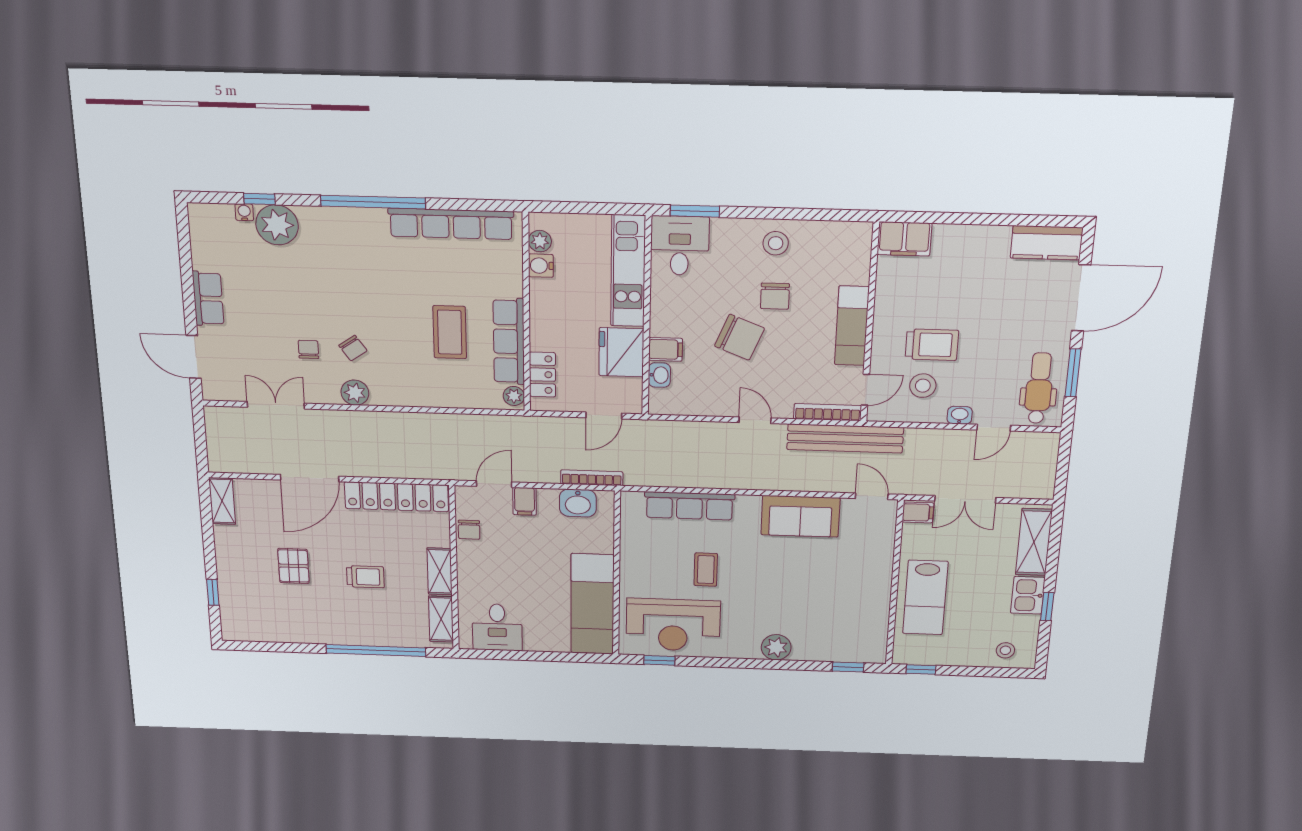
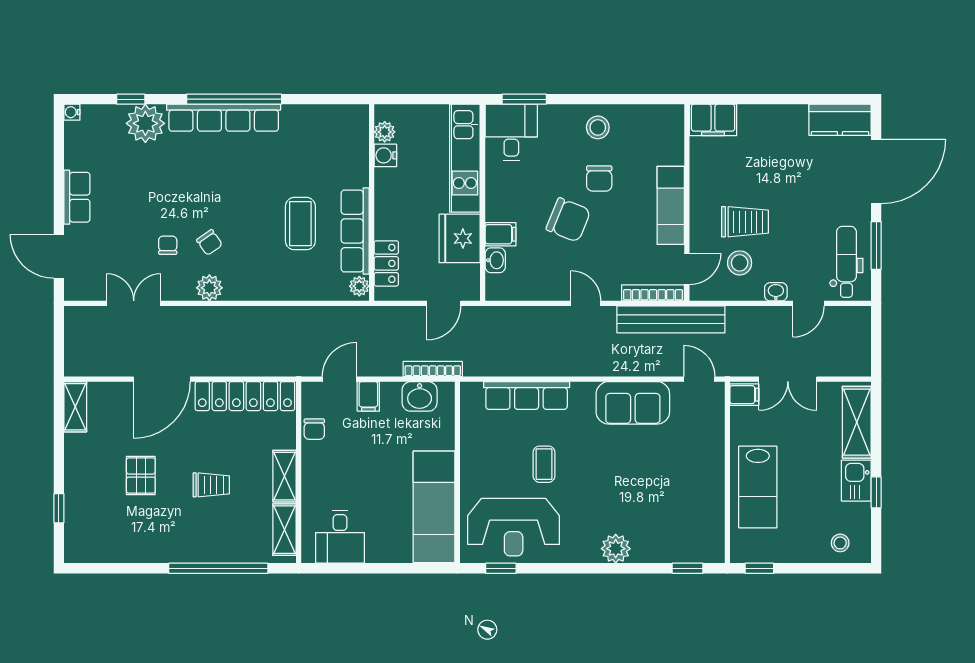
water cooler: (244, 212) -> (72, 112), moved, turned -90
row of seats: (451, 224) -> (224, 118), moved

